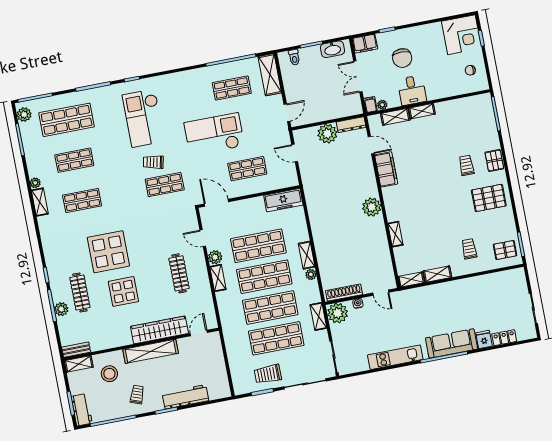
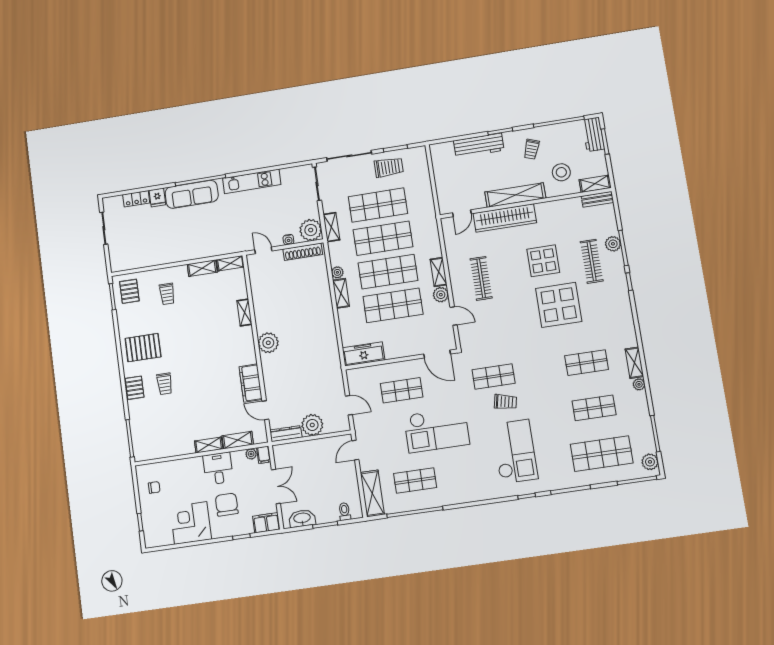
corner desk: (462, 35) -> (191, 523), moved
pallet: (505, 250) -> (129, 291), turned 90

